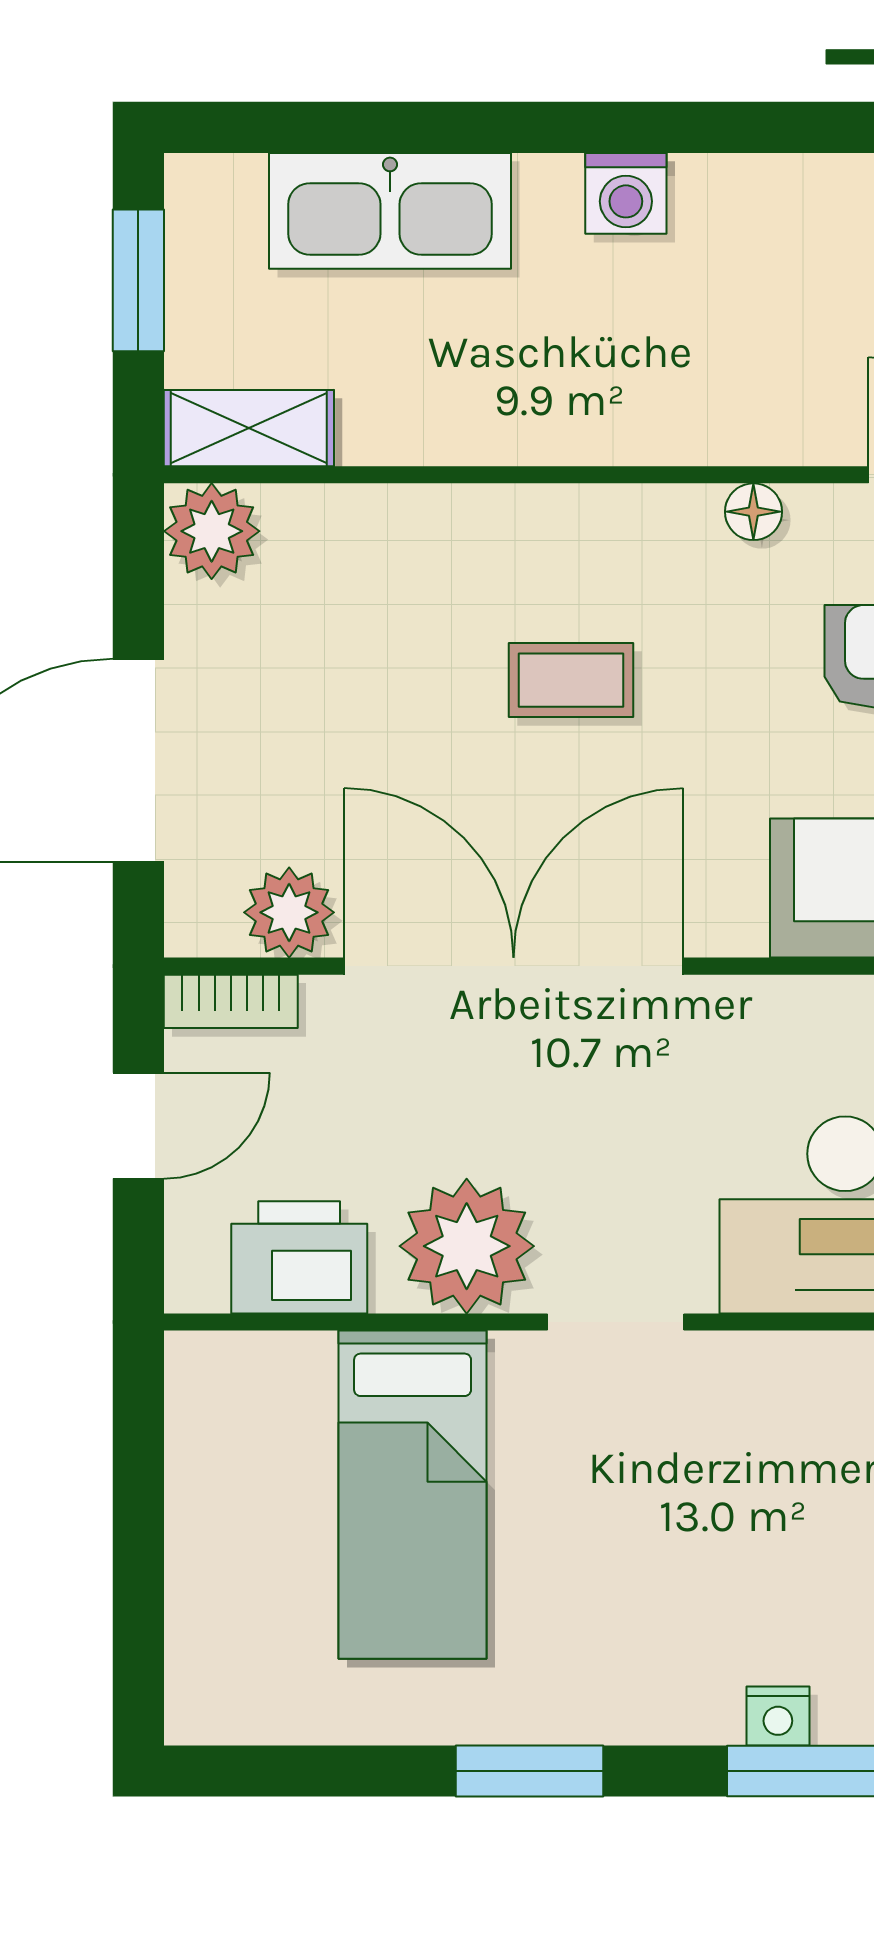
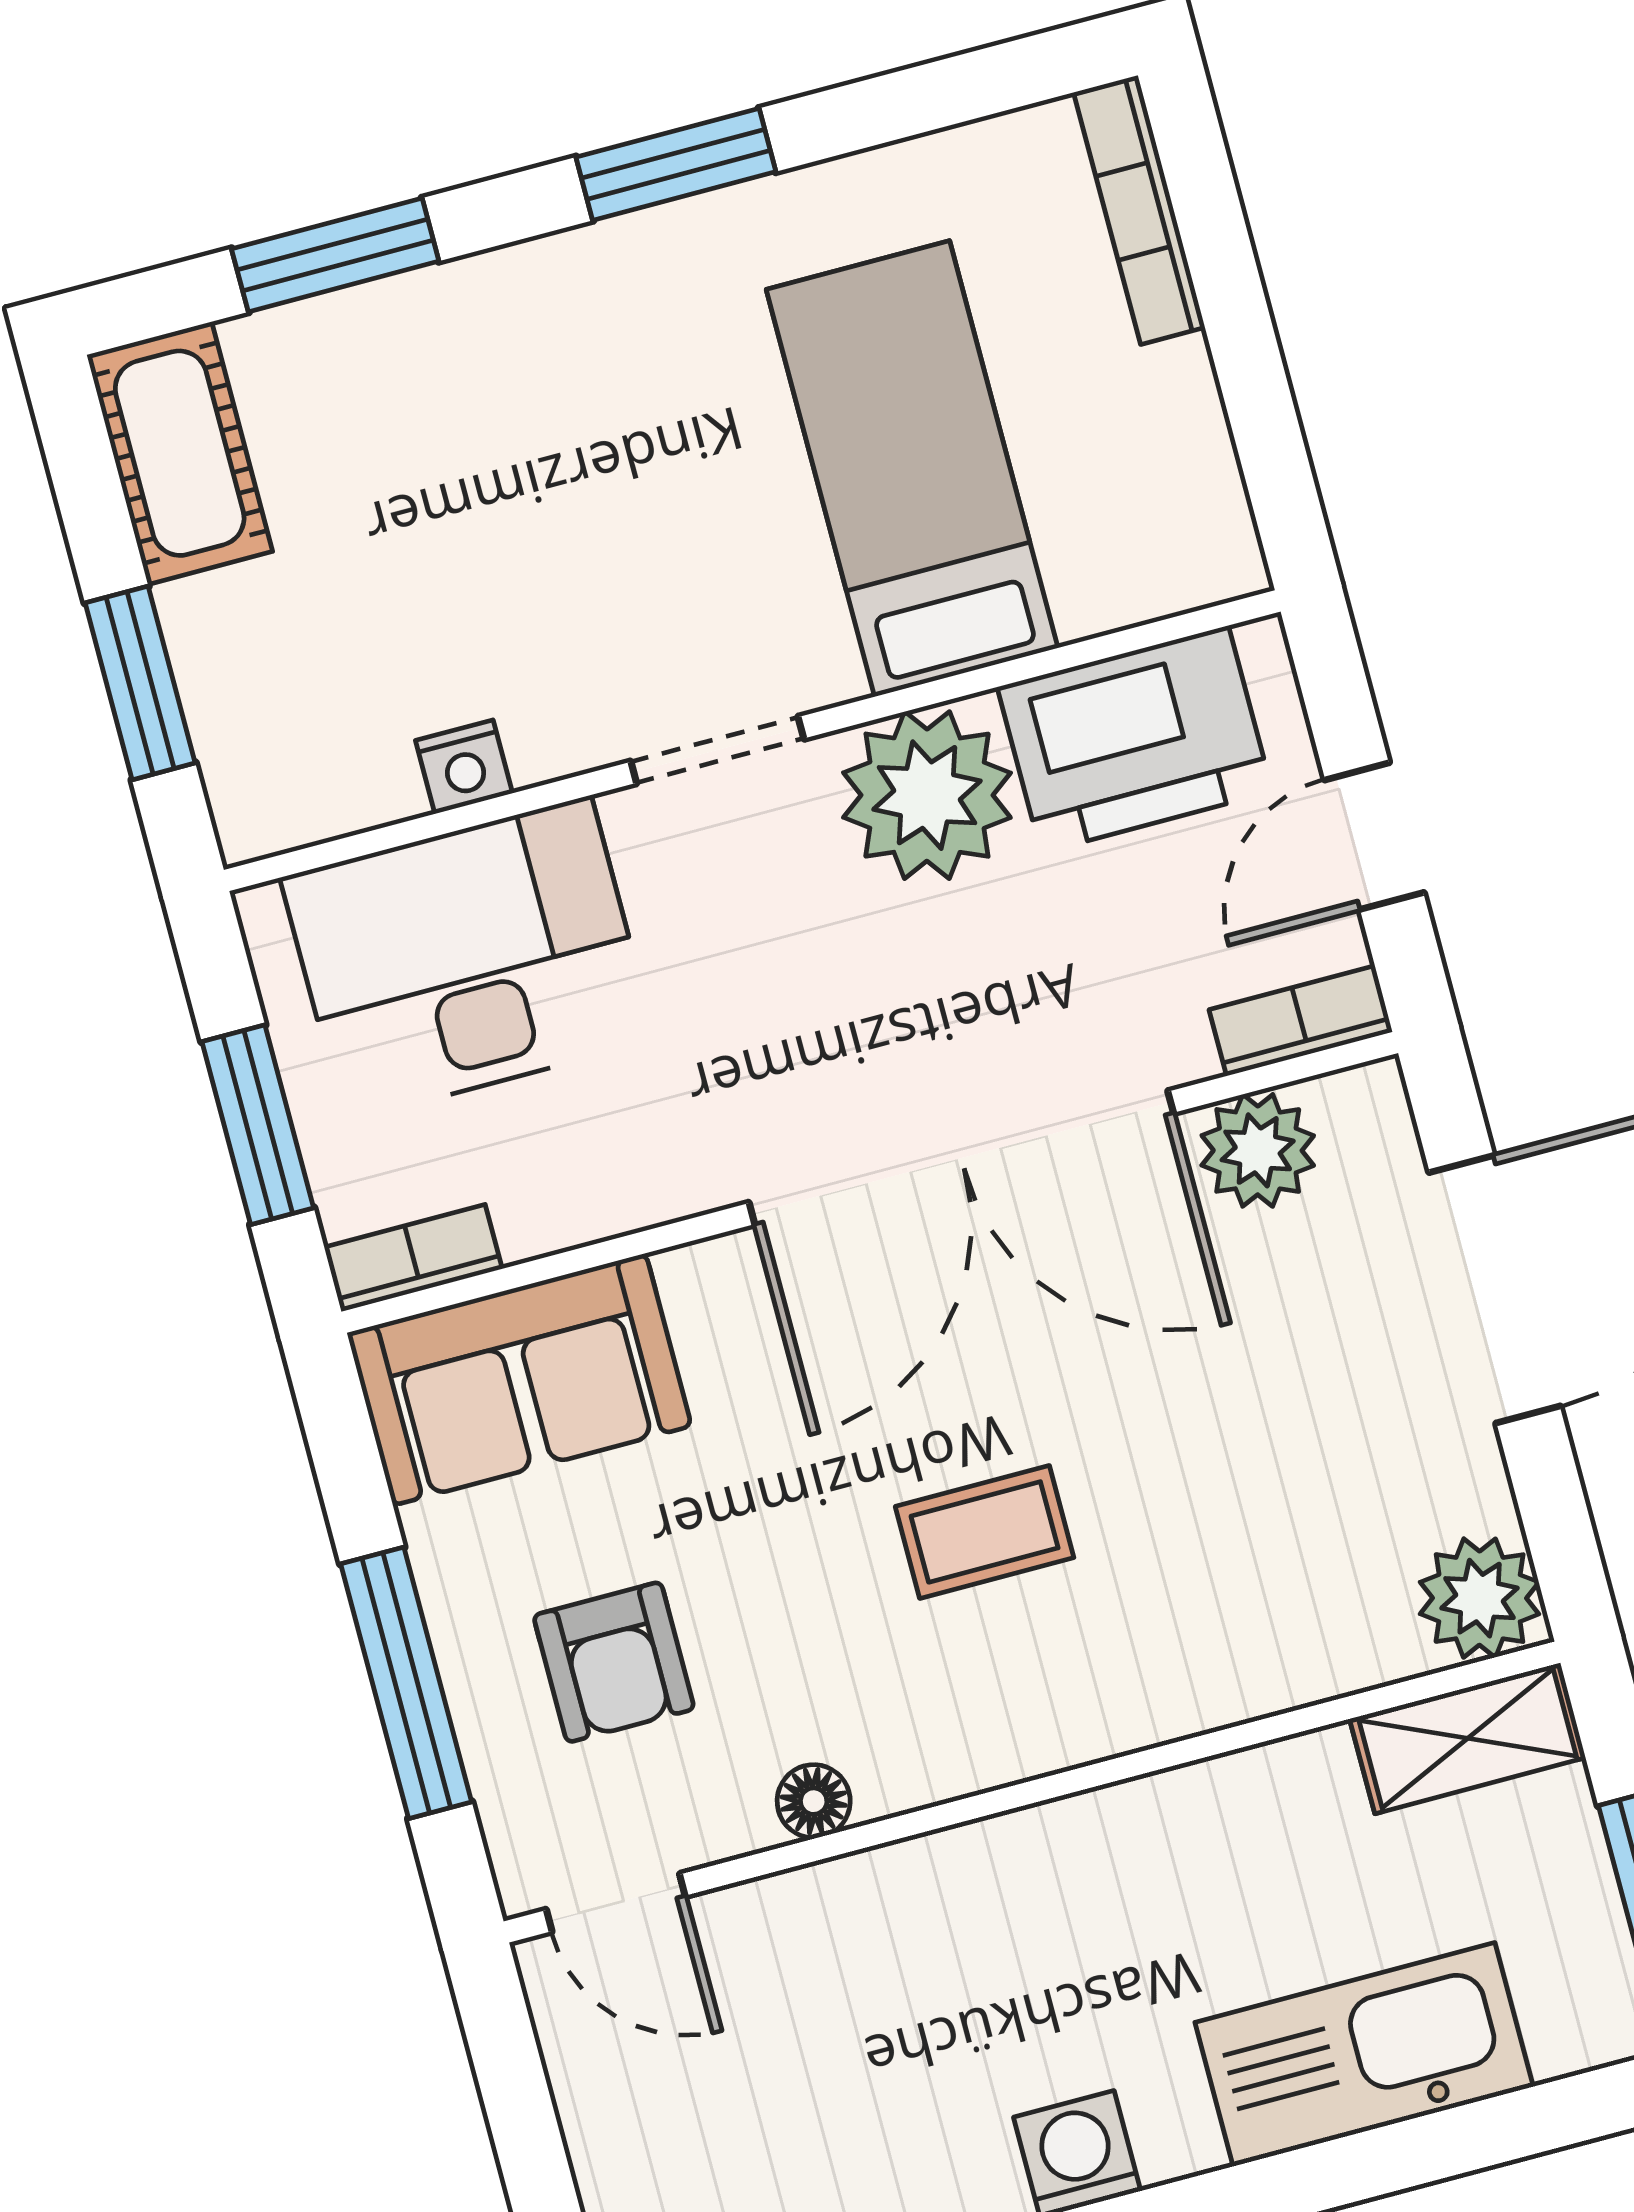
printer: (299, 1257) -> (1135, 739), width x1.37, depth x1.19
bookcase: (190, 1644) -> (1139, 210), added
nightstand: (778, 1716) -> (464, 767), moved, turned 180

